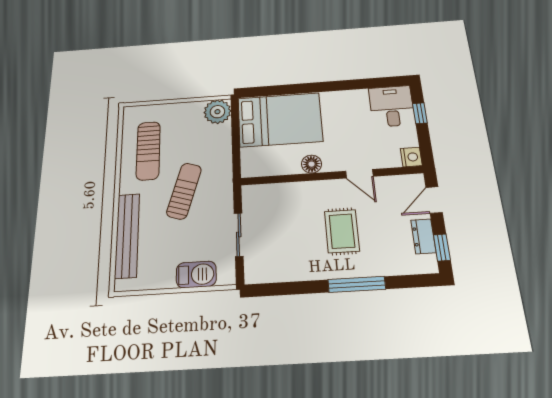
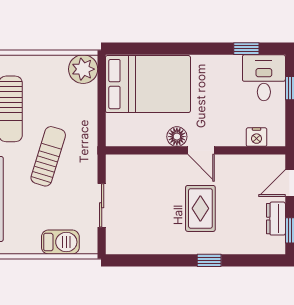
window: (371, 83) -> (246, 49), added
nightstand: (411, 157) -> (257, 137), moved, turned 90
door: (359, 174) -> (201, 150), moved
window: (357, 284) -> (209, 260), width x0.46

